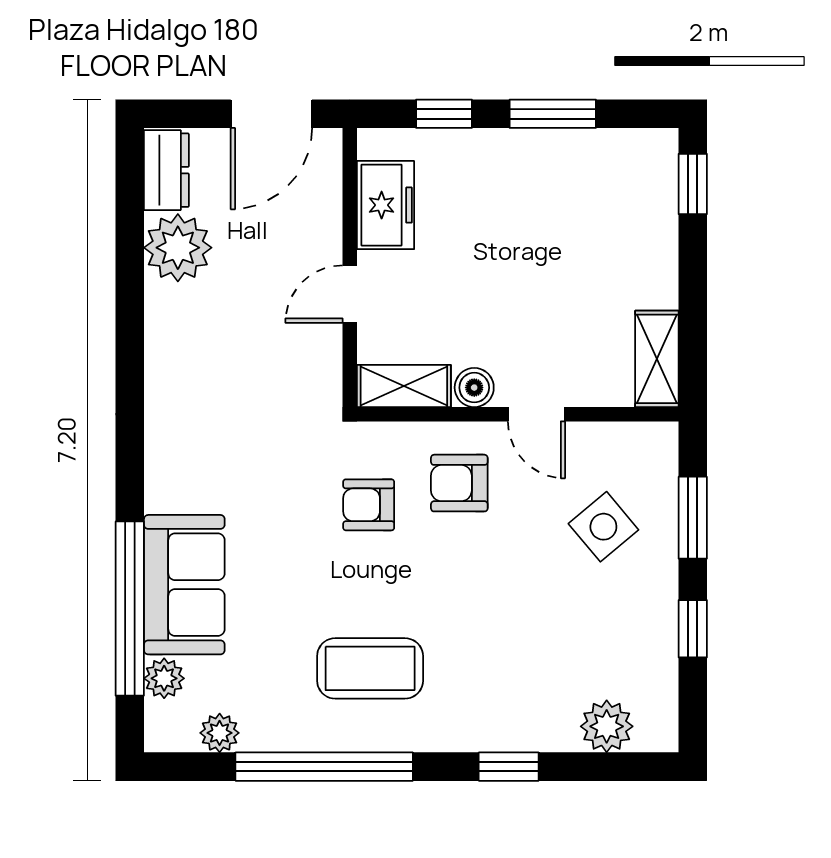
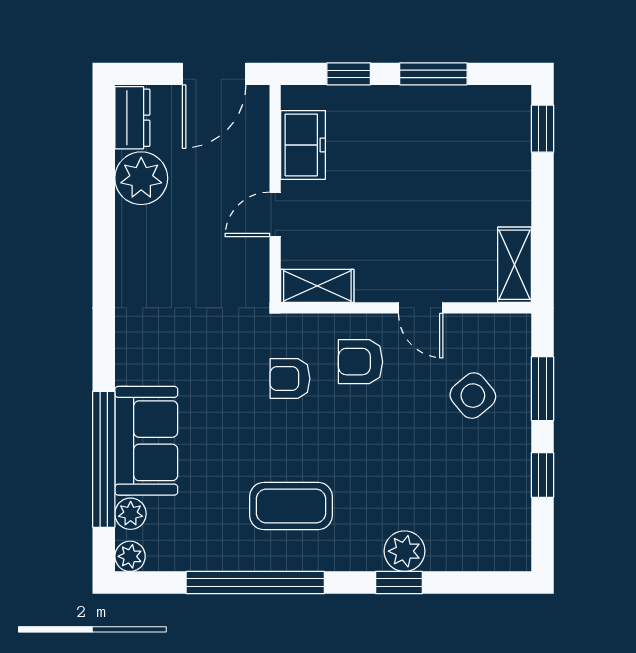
boiler: (474, 388) -> (372, 287), removed
plant: (607, 726) -> (404, 551), moved
plant: (220, 733) -> (130, 556), moved

